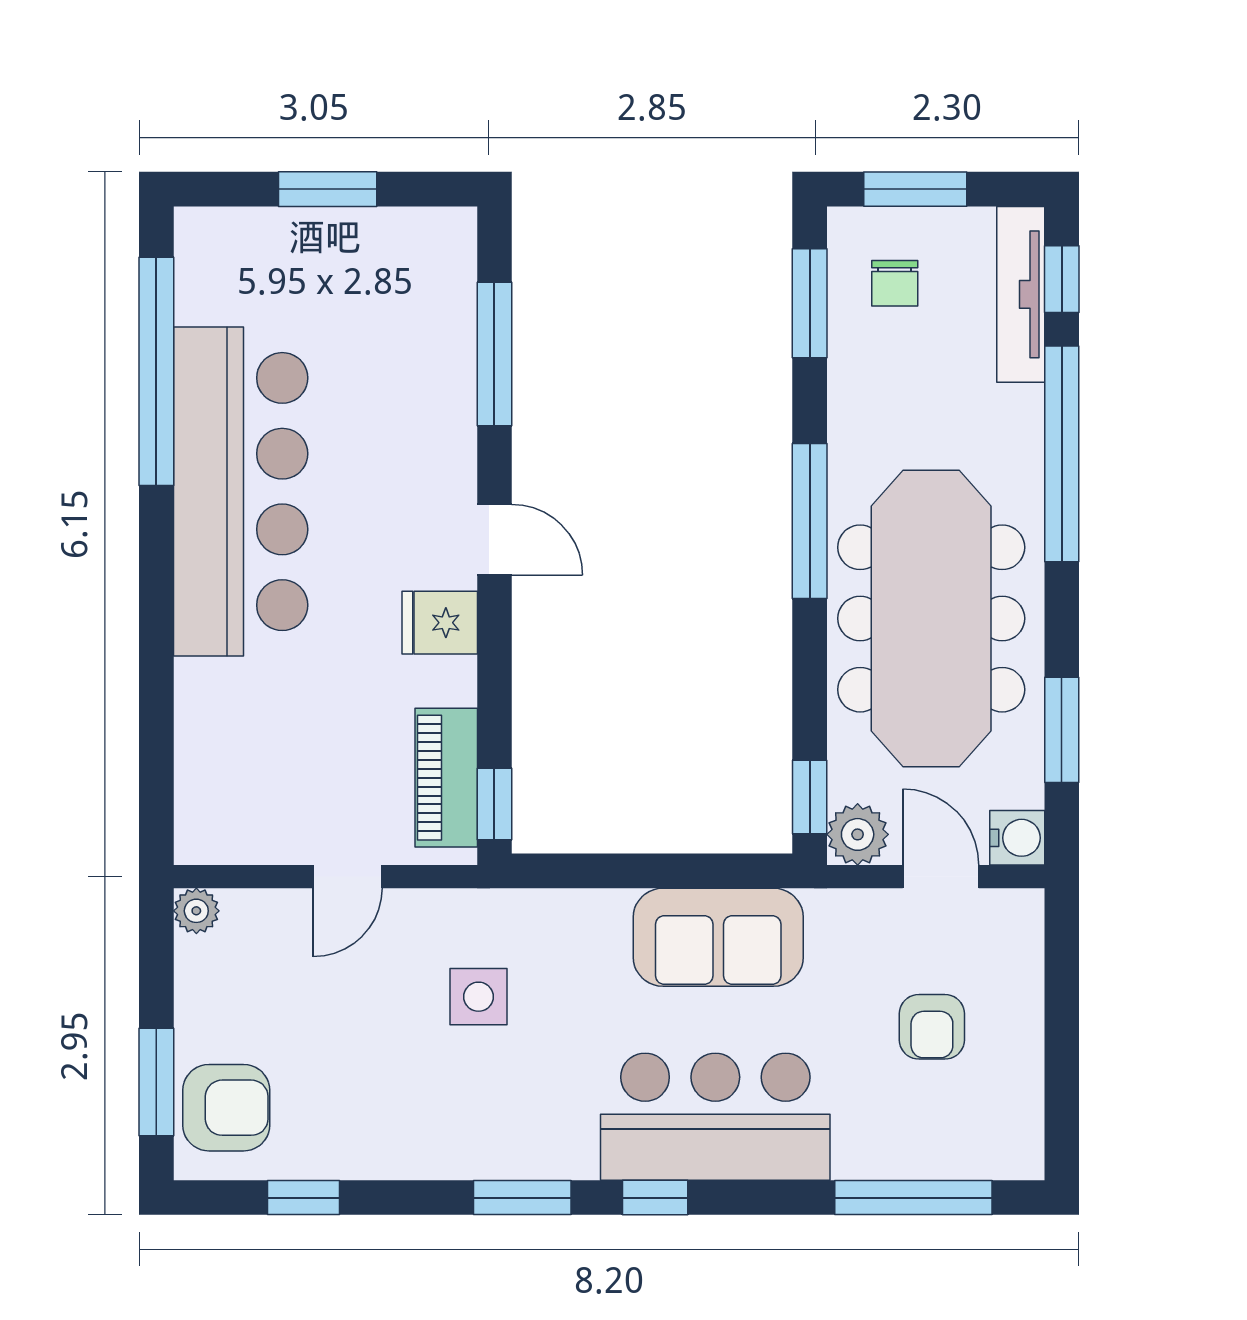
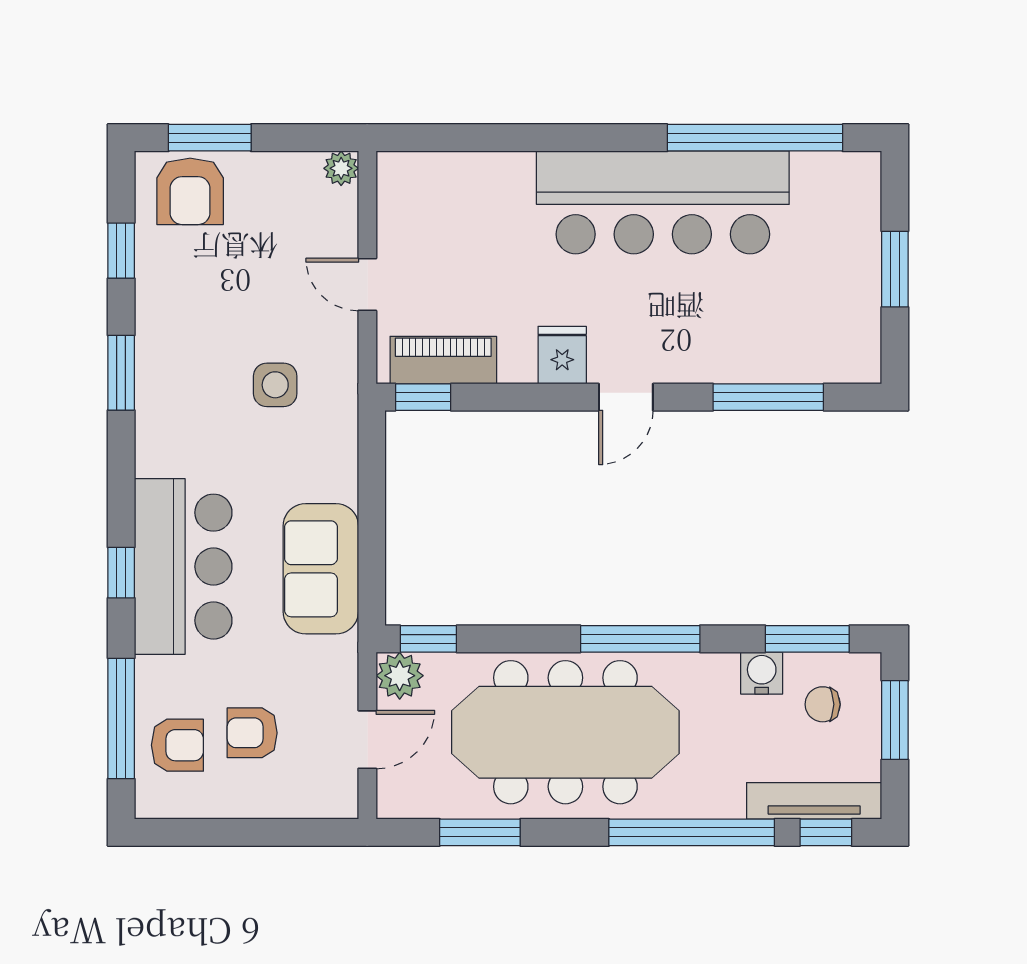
water cooler: (1017, 838) -> (762, 673), moved, turned 180
armchair: (948, 1124) -> (177, 745), added
window: (522, 1198) -> (121, 373), moved
window: (655, 1198) -> (121, 573), moved

